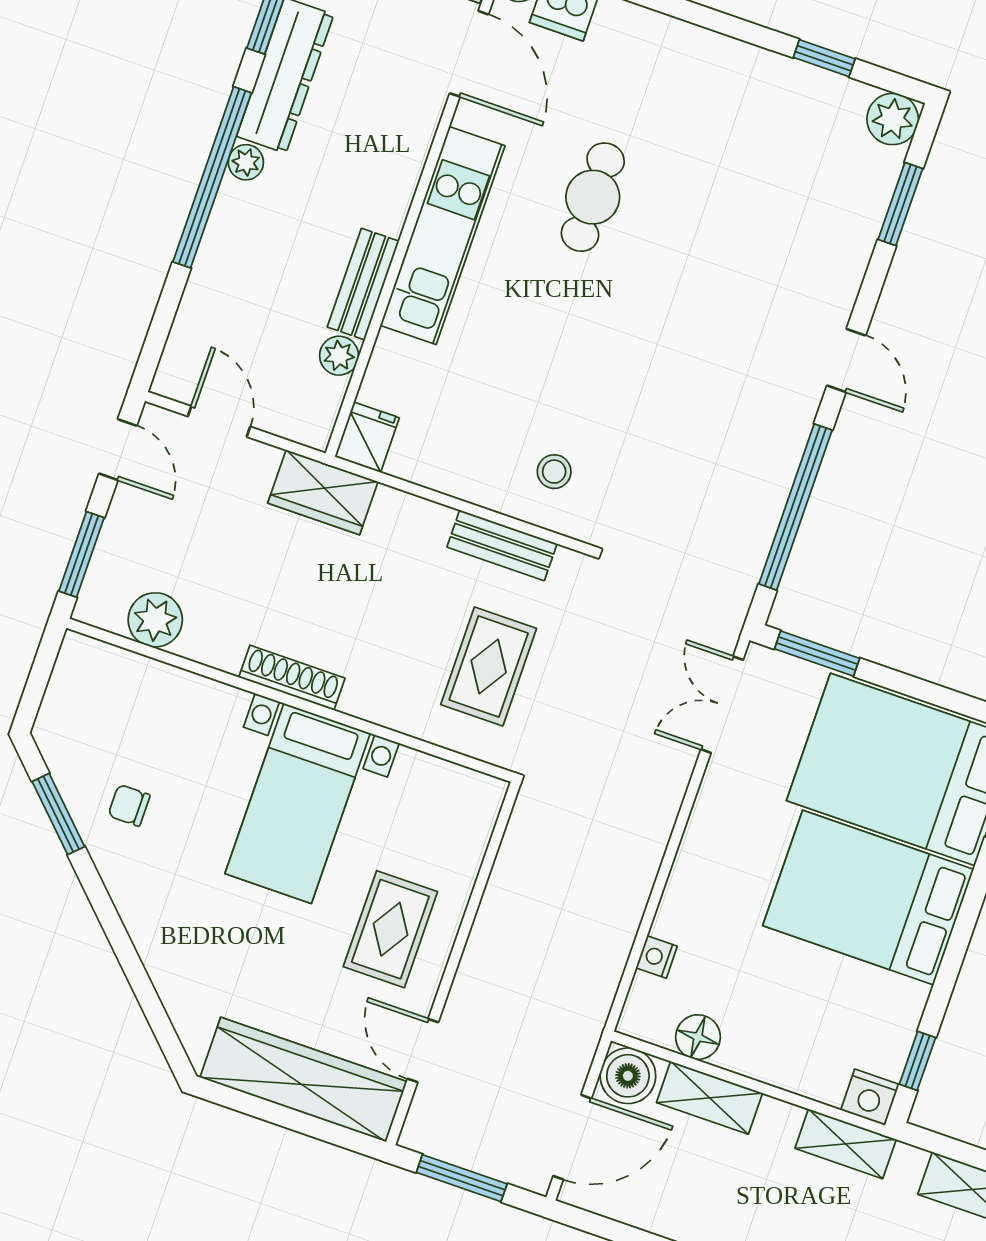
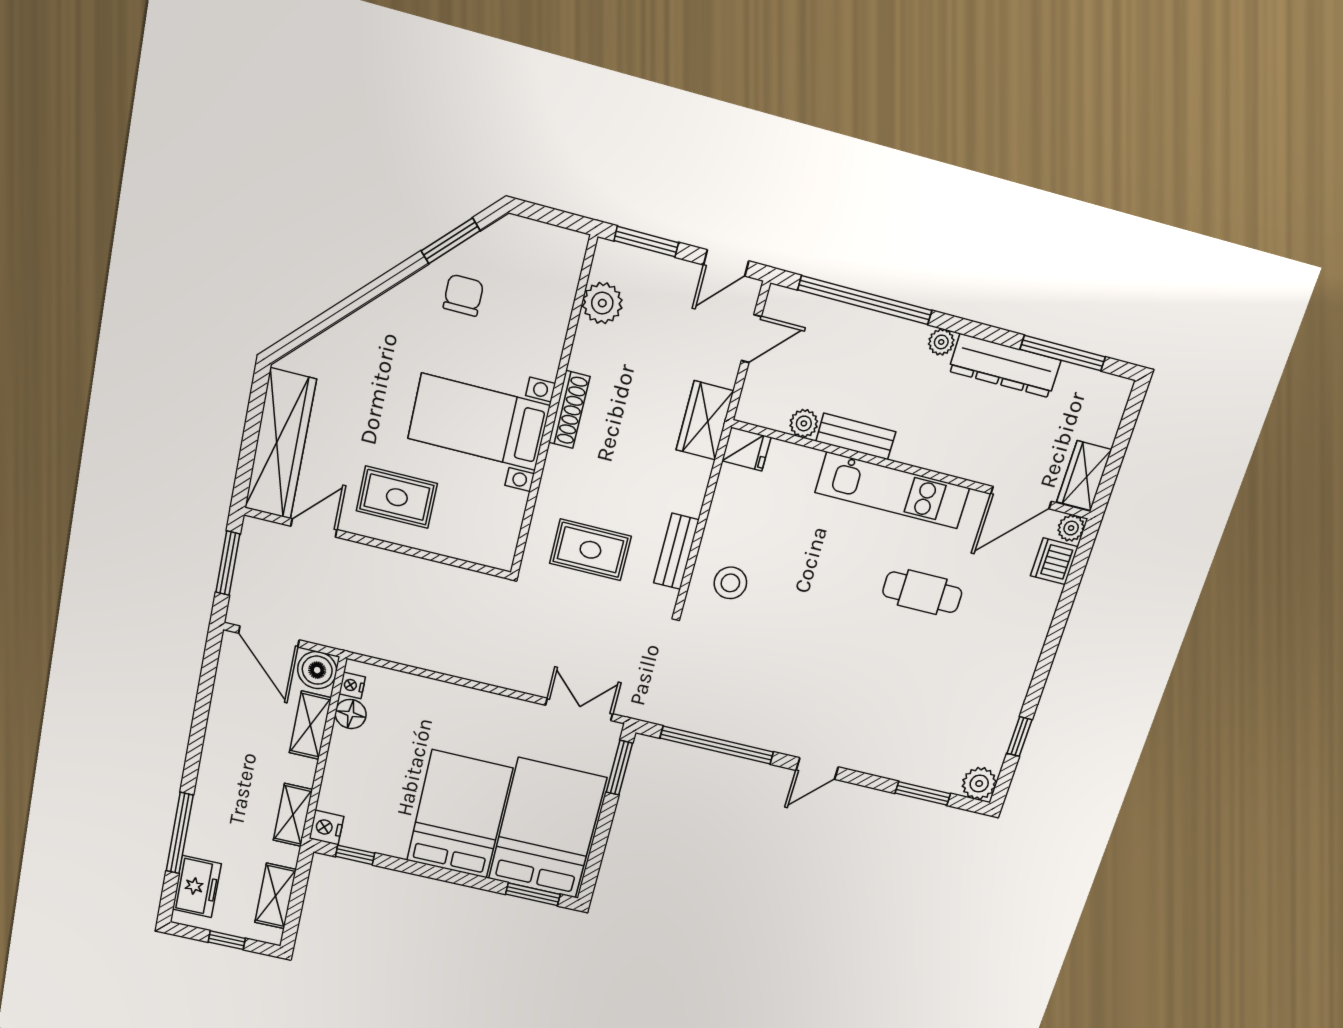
window: (212, 177) -> (865, 300), moved
stool: (554, 472) -> (730, 583), width x1.37, depth x1.37
chair: (129, 805) -> (463, 295), width x1.37, depth x1.37
nightstand: (657, 957) -> (352, 685), moved, turned -90

